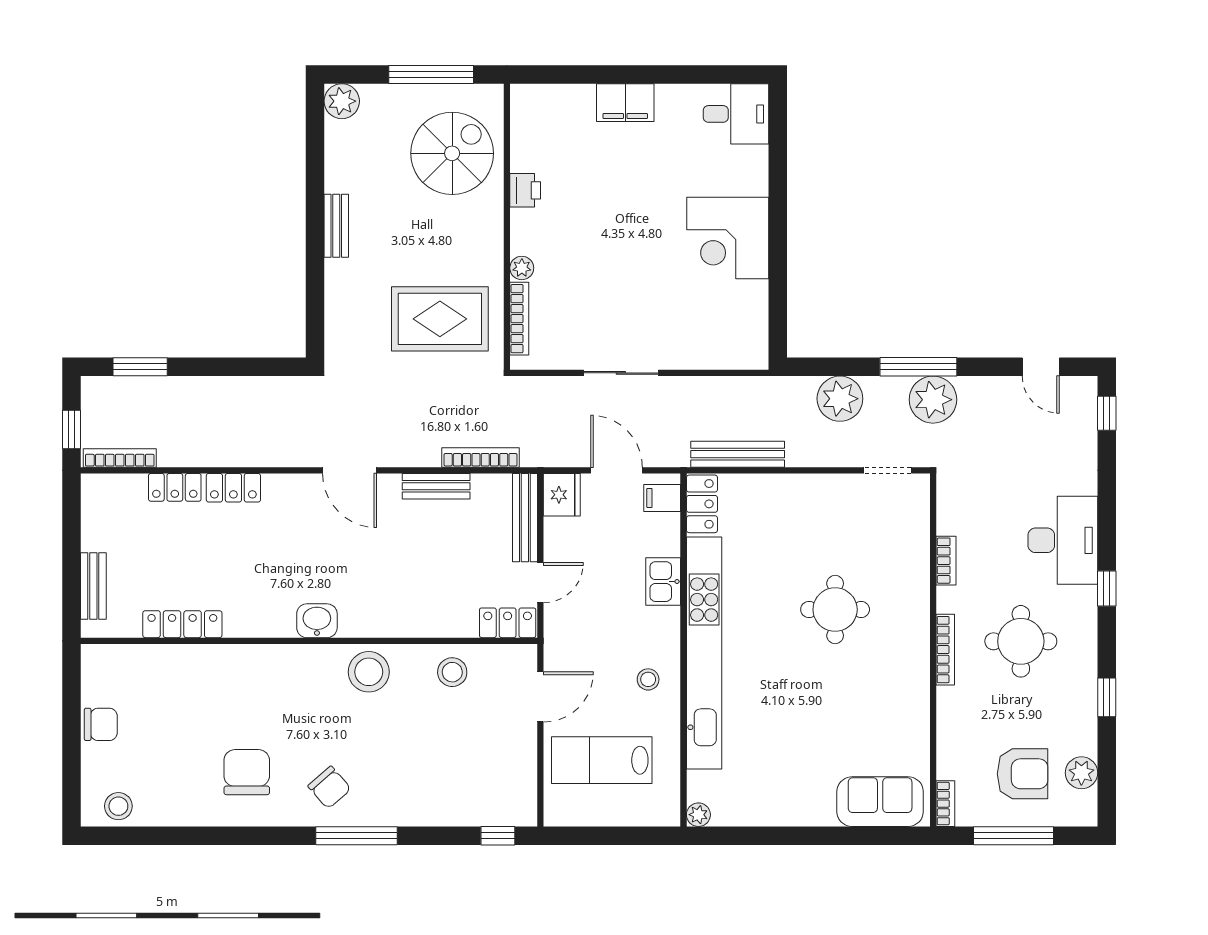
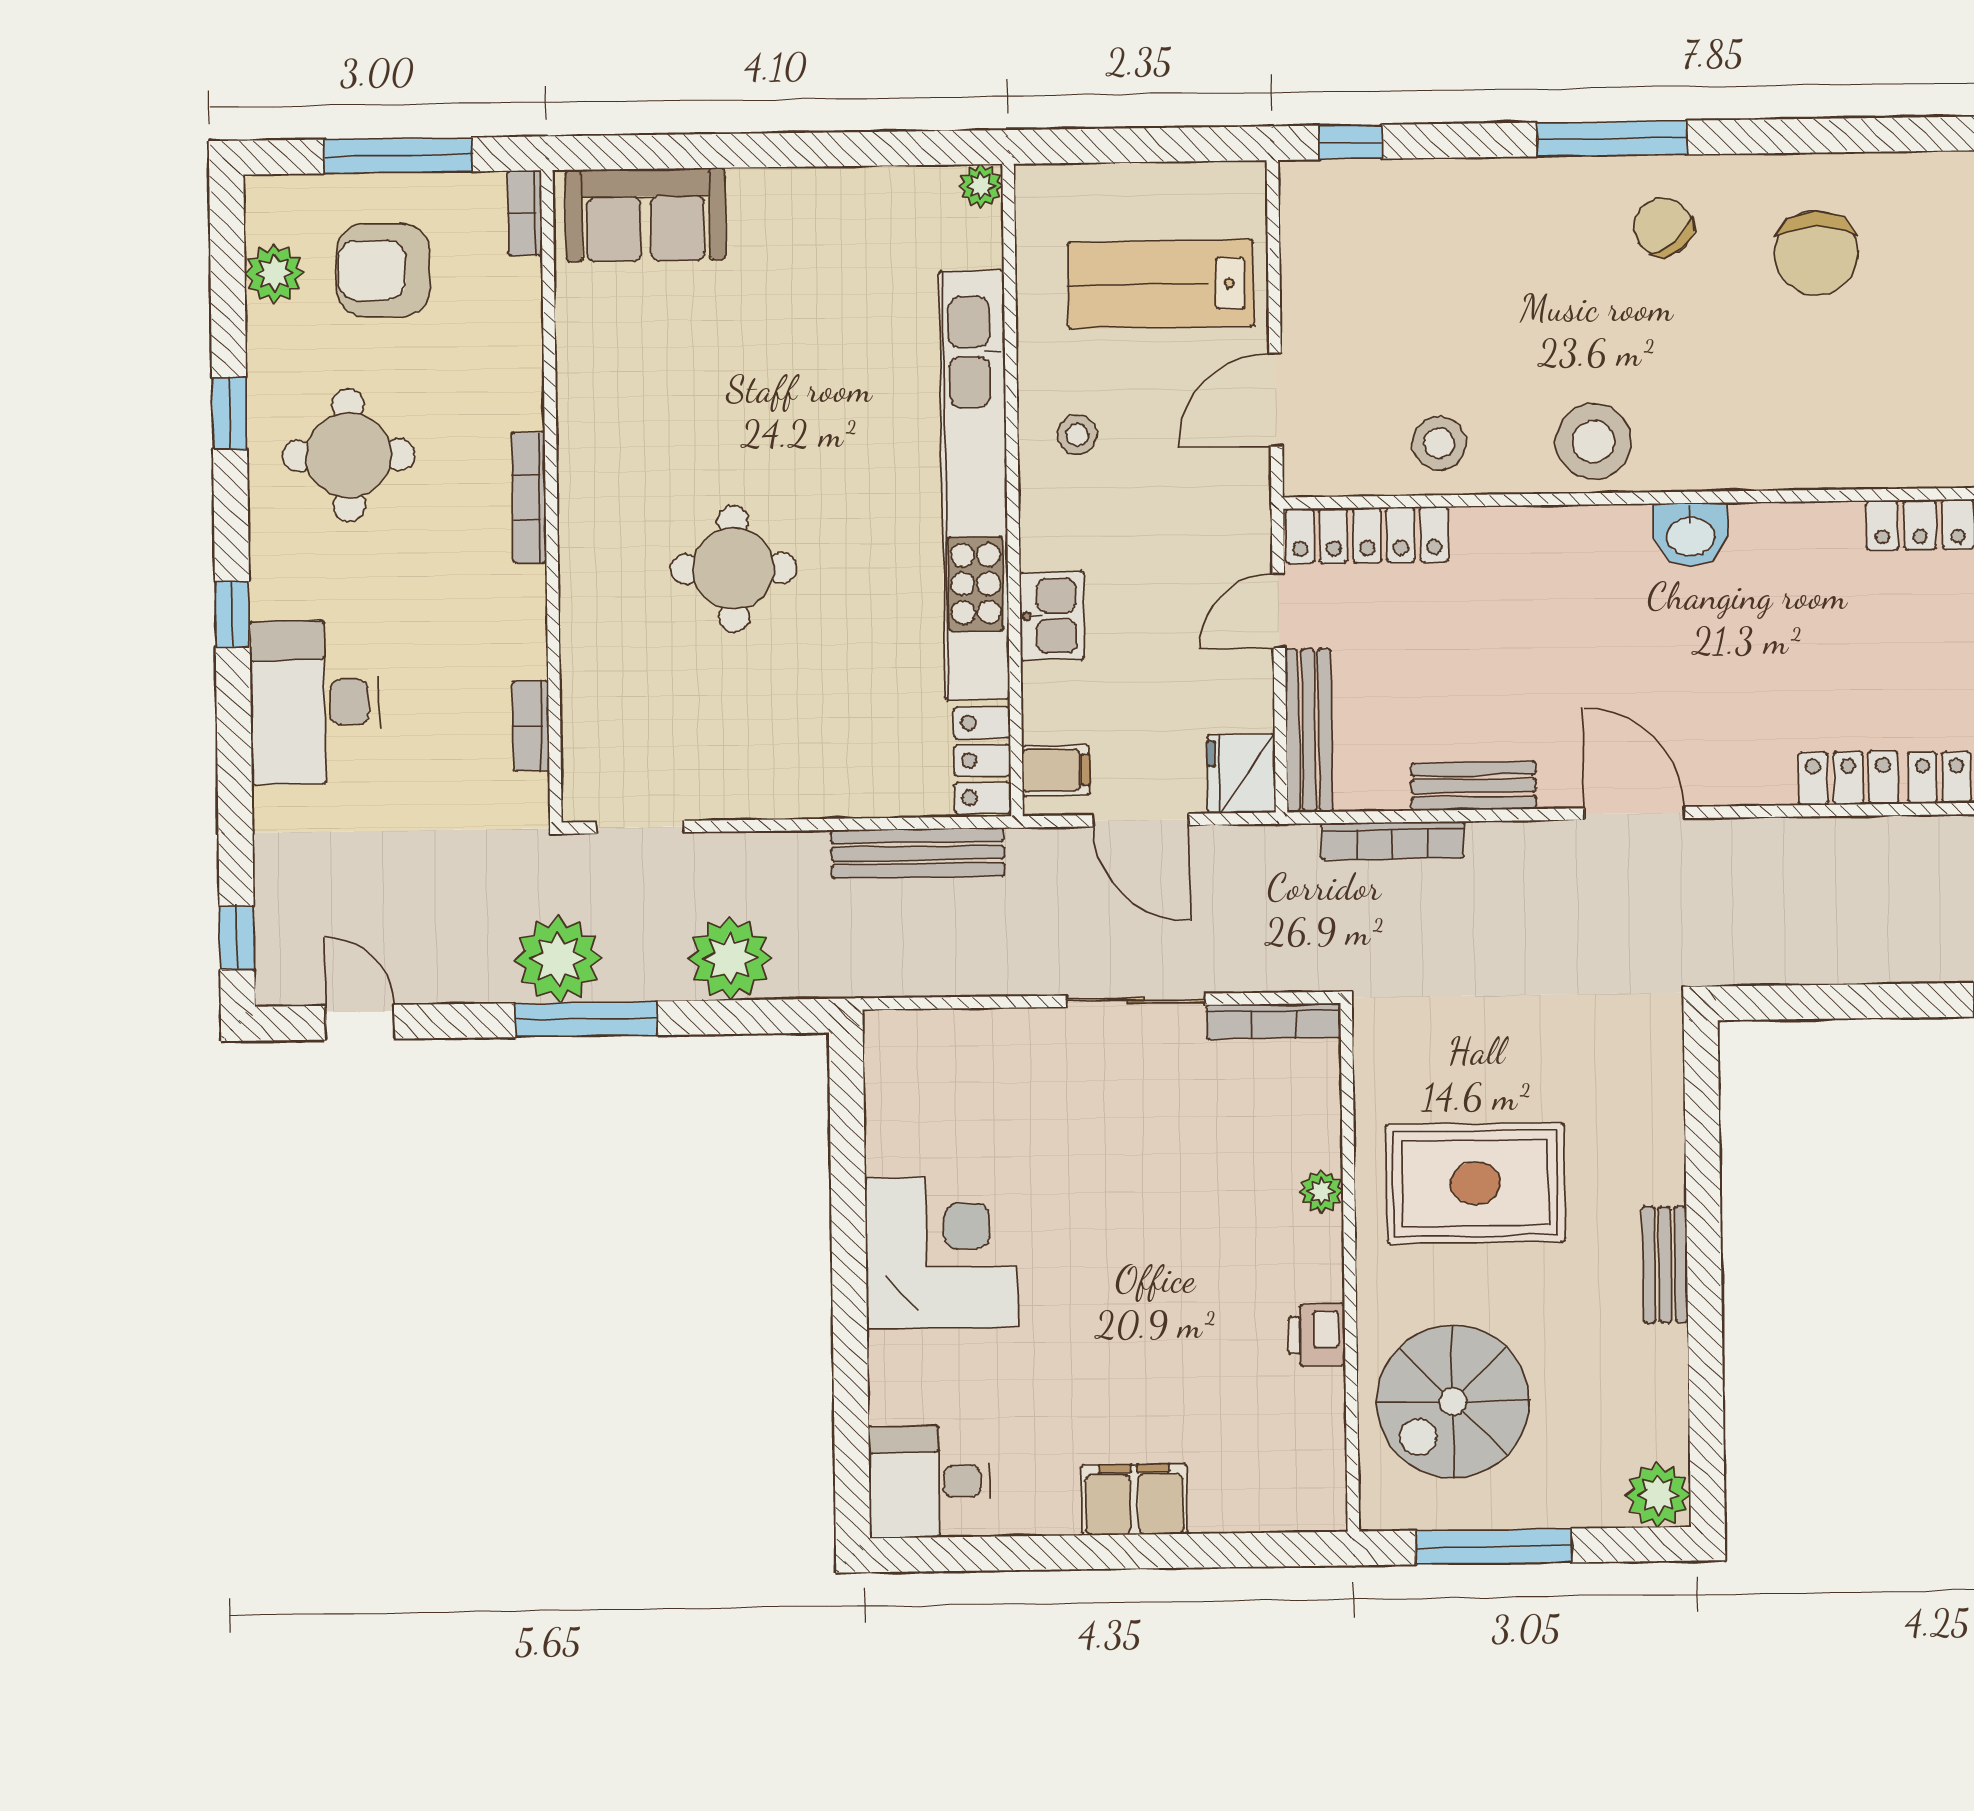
rug: (440, 319) -> (1475, 1183), moved
bookcase: (519, 319) -> (1273, 1021), moved, turned -90
bookcase: (946, 561) -> (531, 726), moved
locker: (508, 623) -> (1367, 535), width x1.53
round table: (1021, 641) -> (349, 455), moved
lab bench: (602, 760) -> (1161, 284), turned 180

